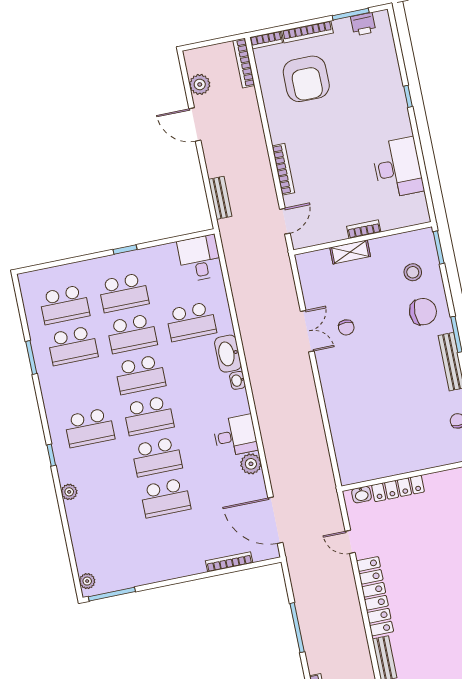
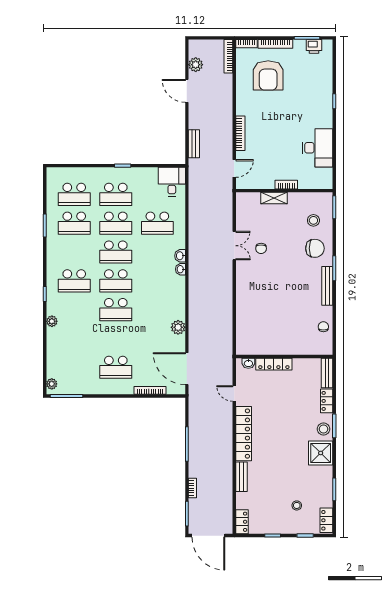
washbasin: (228, 354) -> (180, 256), width x0.52, depth x0.69
desk: (235, 436) -> (171, 306), removed
school desk: (165, 498) -> (116, 367), moved

